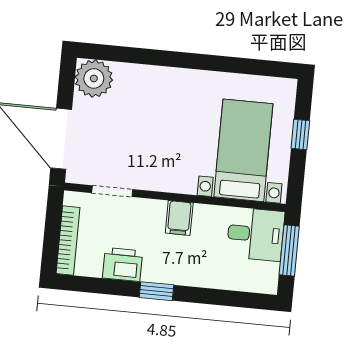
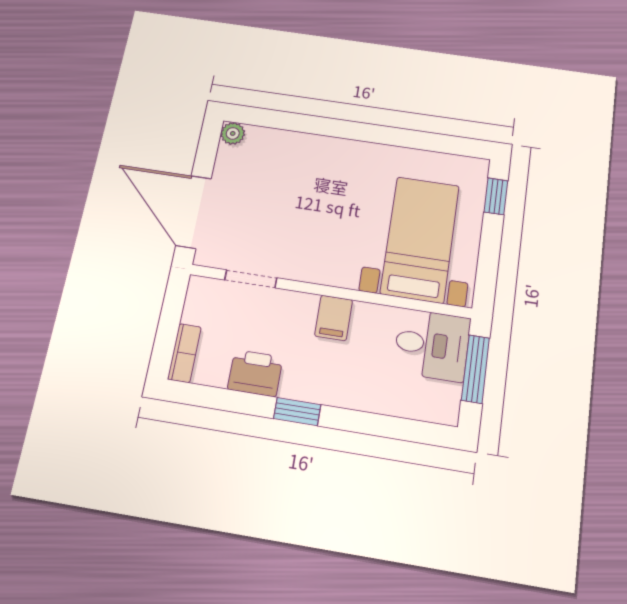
plant: (94, 78) -> (233, 133), width x0.53, depth x0.53
window: (300, 135) -> (496, 196), moved
bookcase: (68, 240) -> (184, 353), width x0.64

